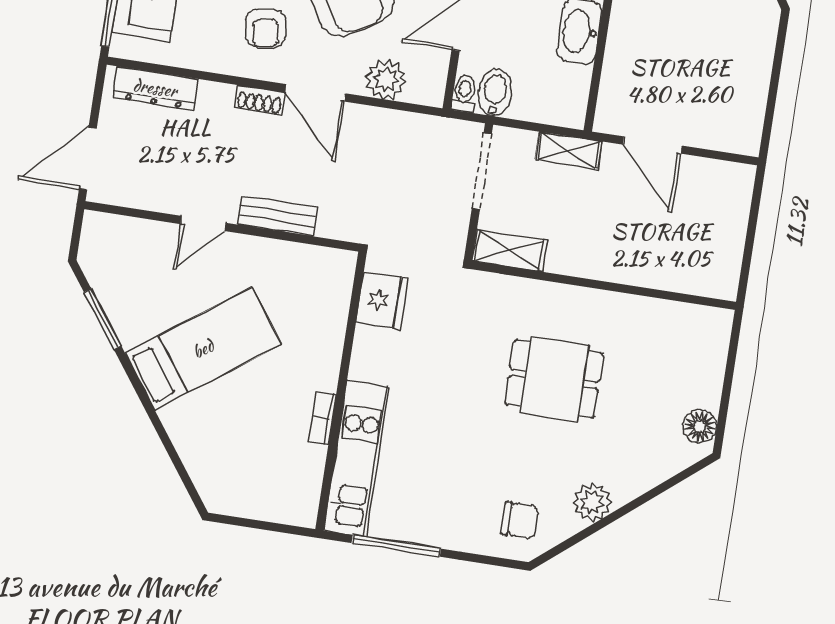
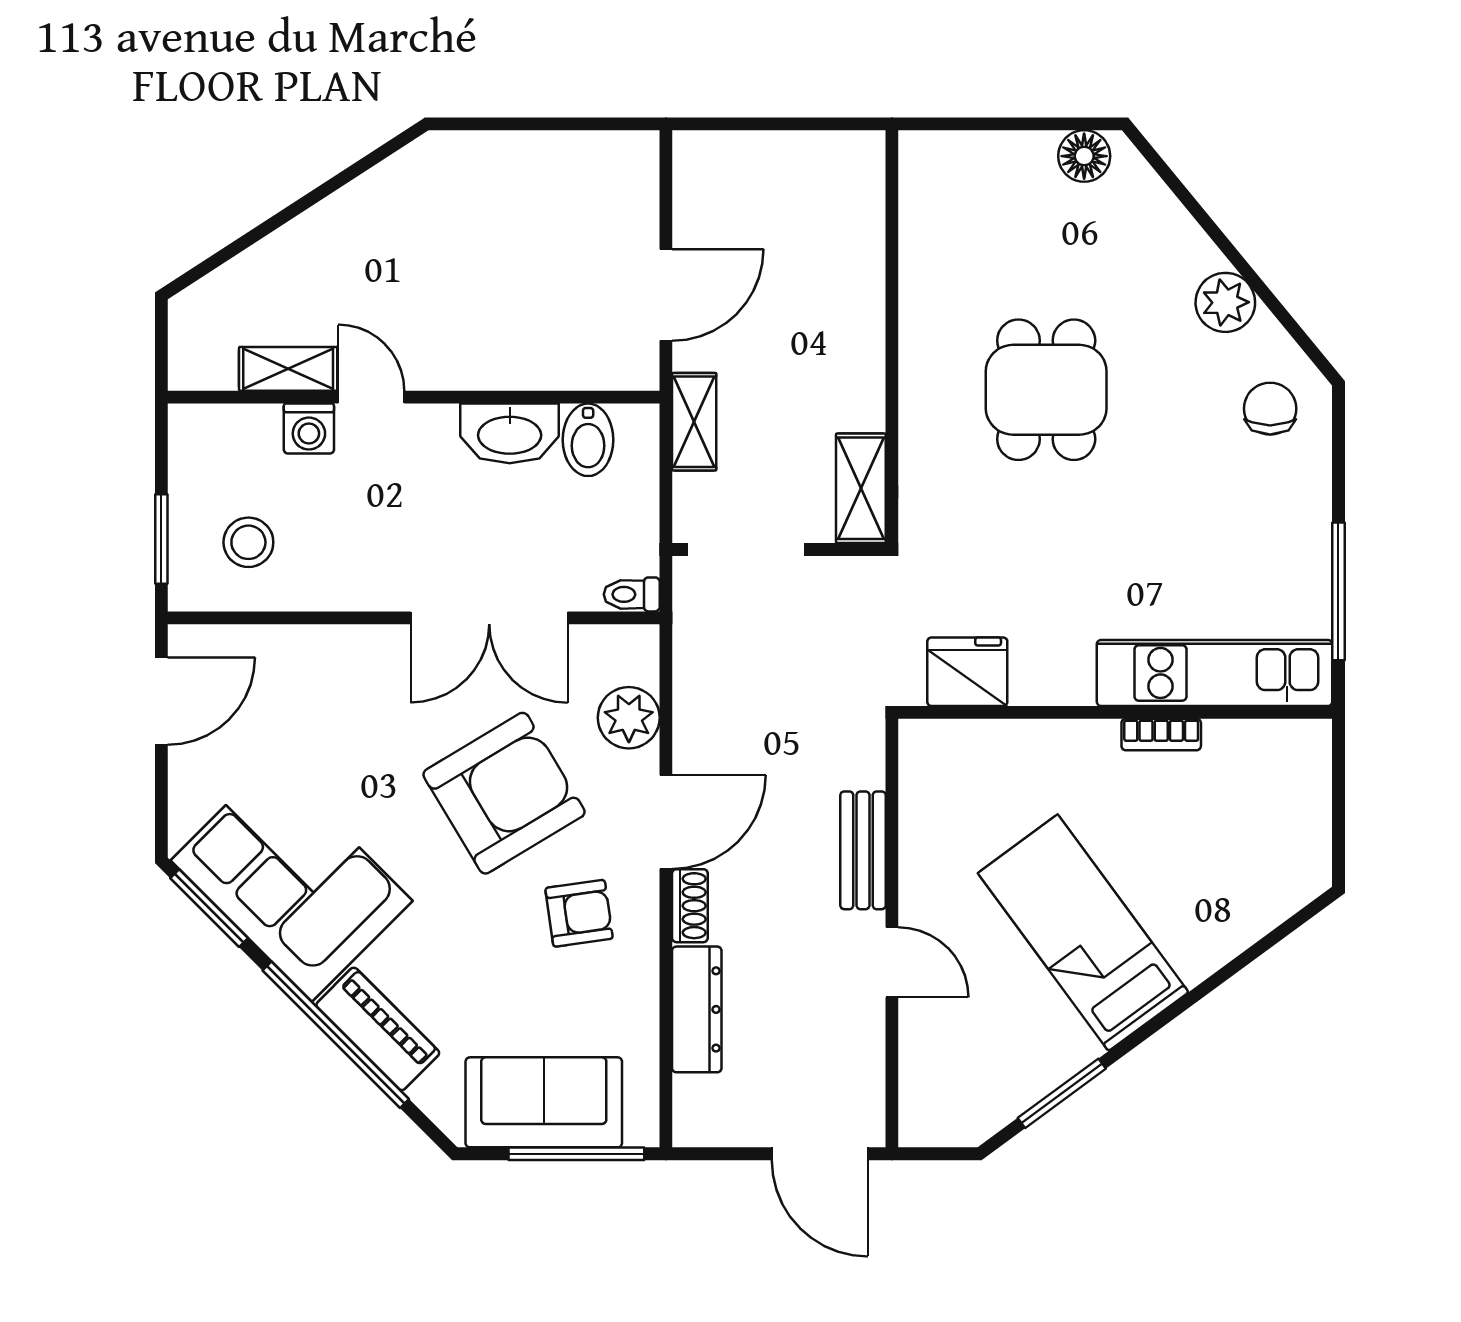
dresser: (155, 88) -> (697, 1009), moved
bidet: (495, 93) -> (588, 440), moved, turned -90

